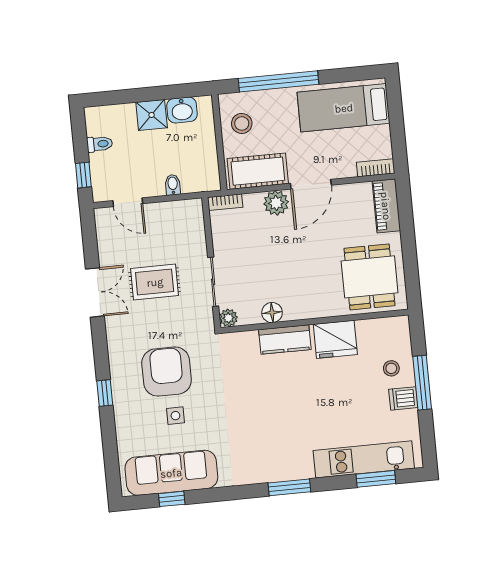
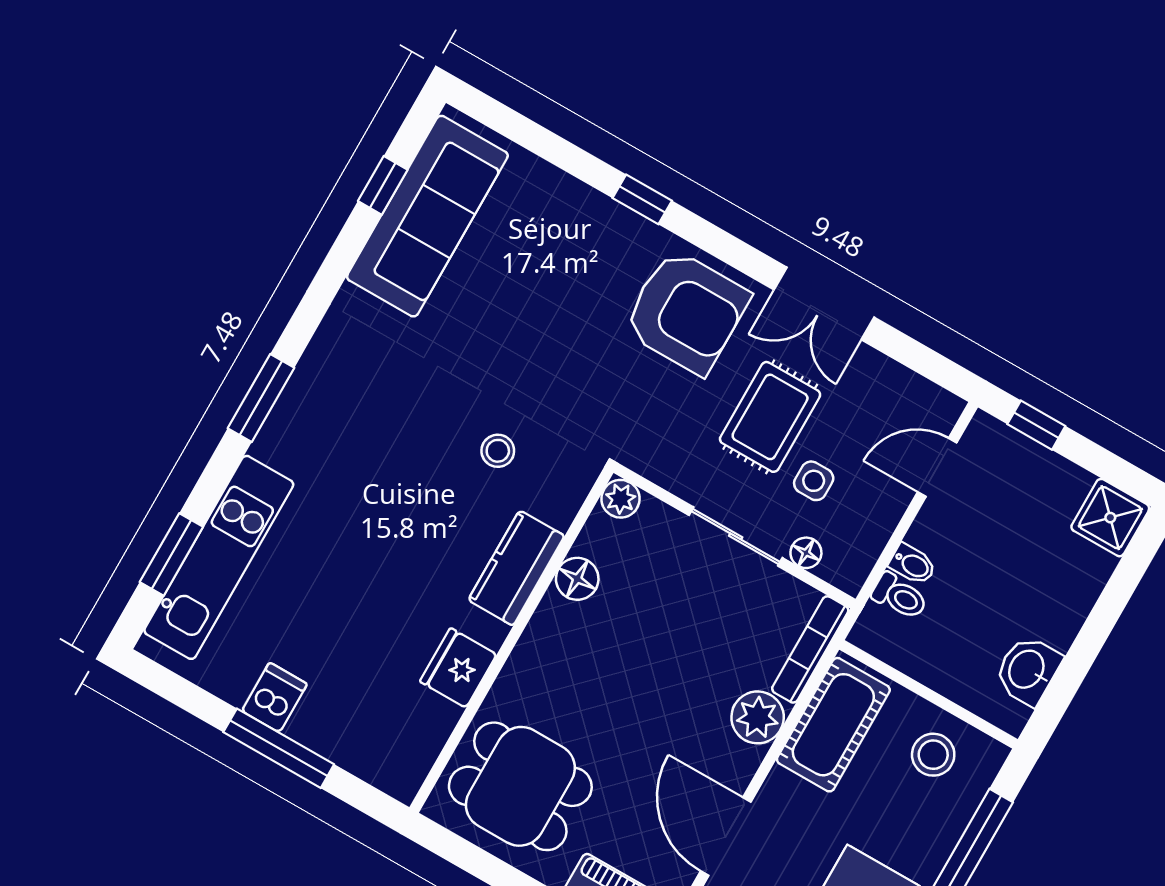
shower: (152, 115) -> (1110, 518), moved
toilet: (100, 144) -> (900, 596), moved, turned -90
door: (311, 184) -> (726, 837), moved
bookcase: (225, 202) -> (810, 649), width x1.56
floor lamp: (198, 230) -> (806, 553), added
sliding door: (213, 282) -> (736, 537), moved
fridge: (335, 339) -> (458, 668), width x0.73, depth x0.75
stool: (391, 368) -> (498, 451), moved
armchair: (167, 372) -> (686, 312), moved
side table: (175, 416) -> (814, 481), moved

